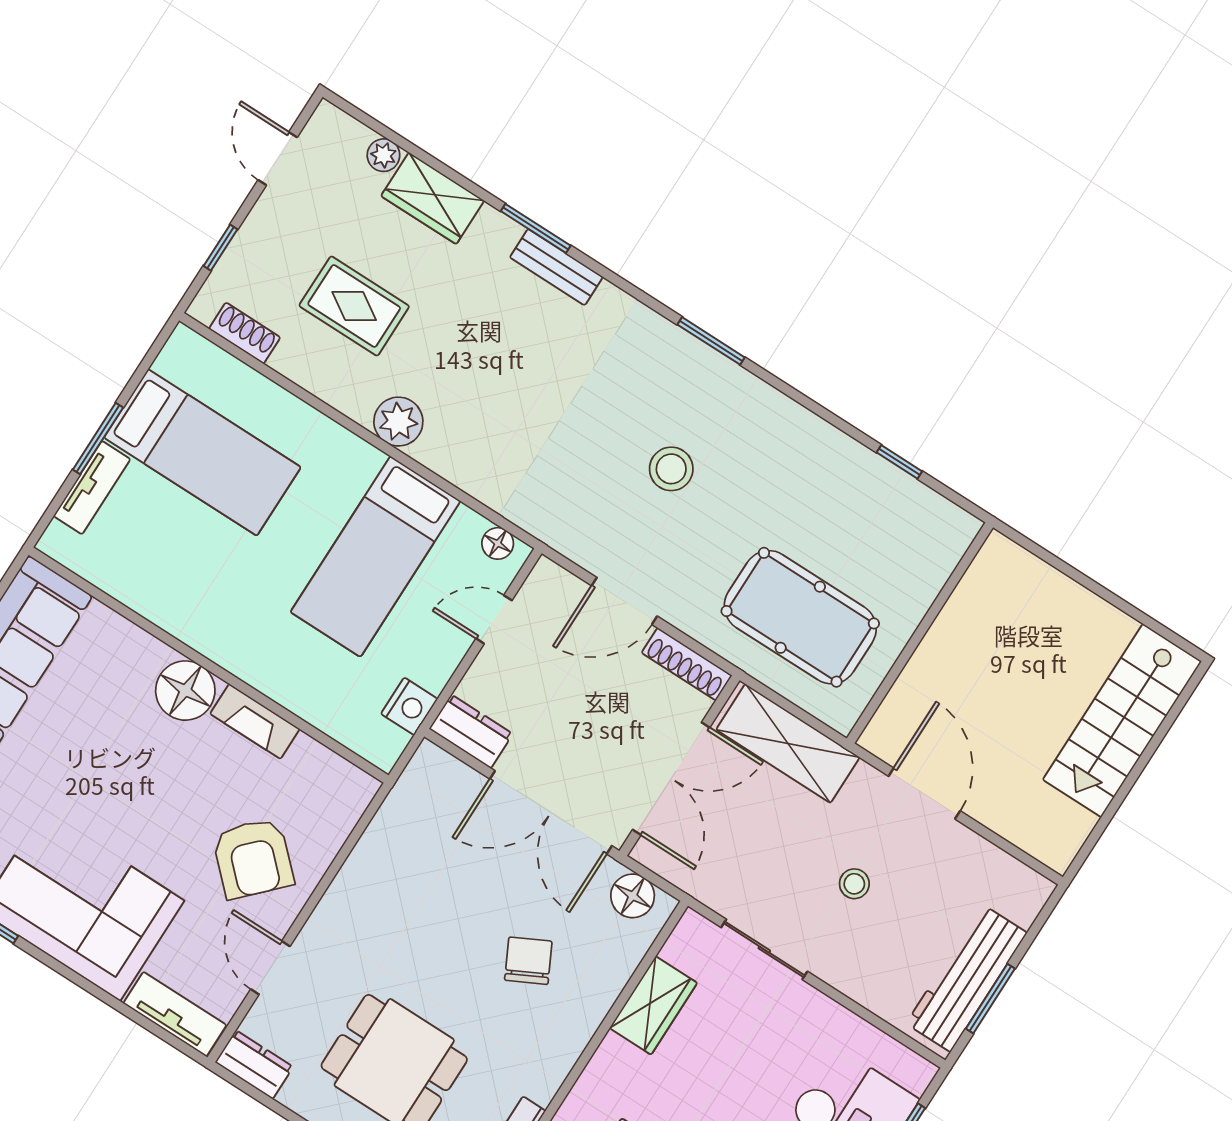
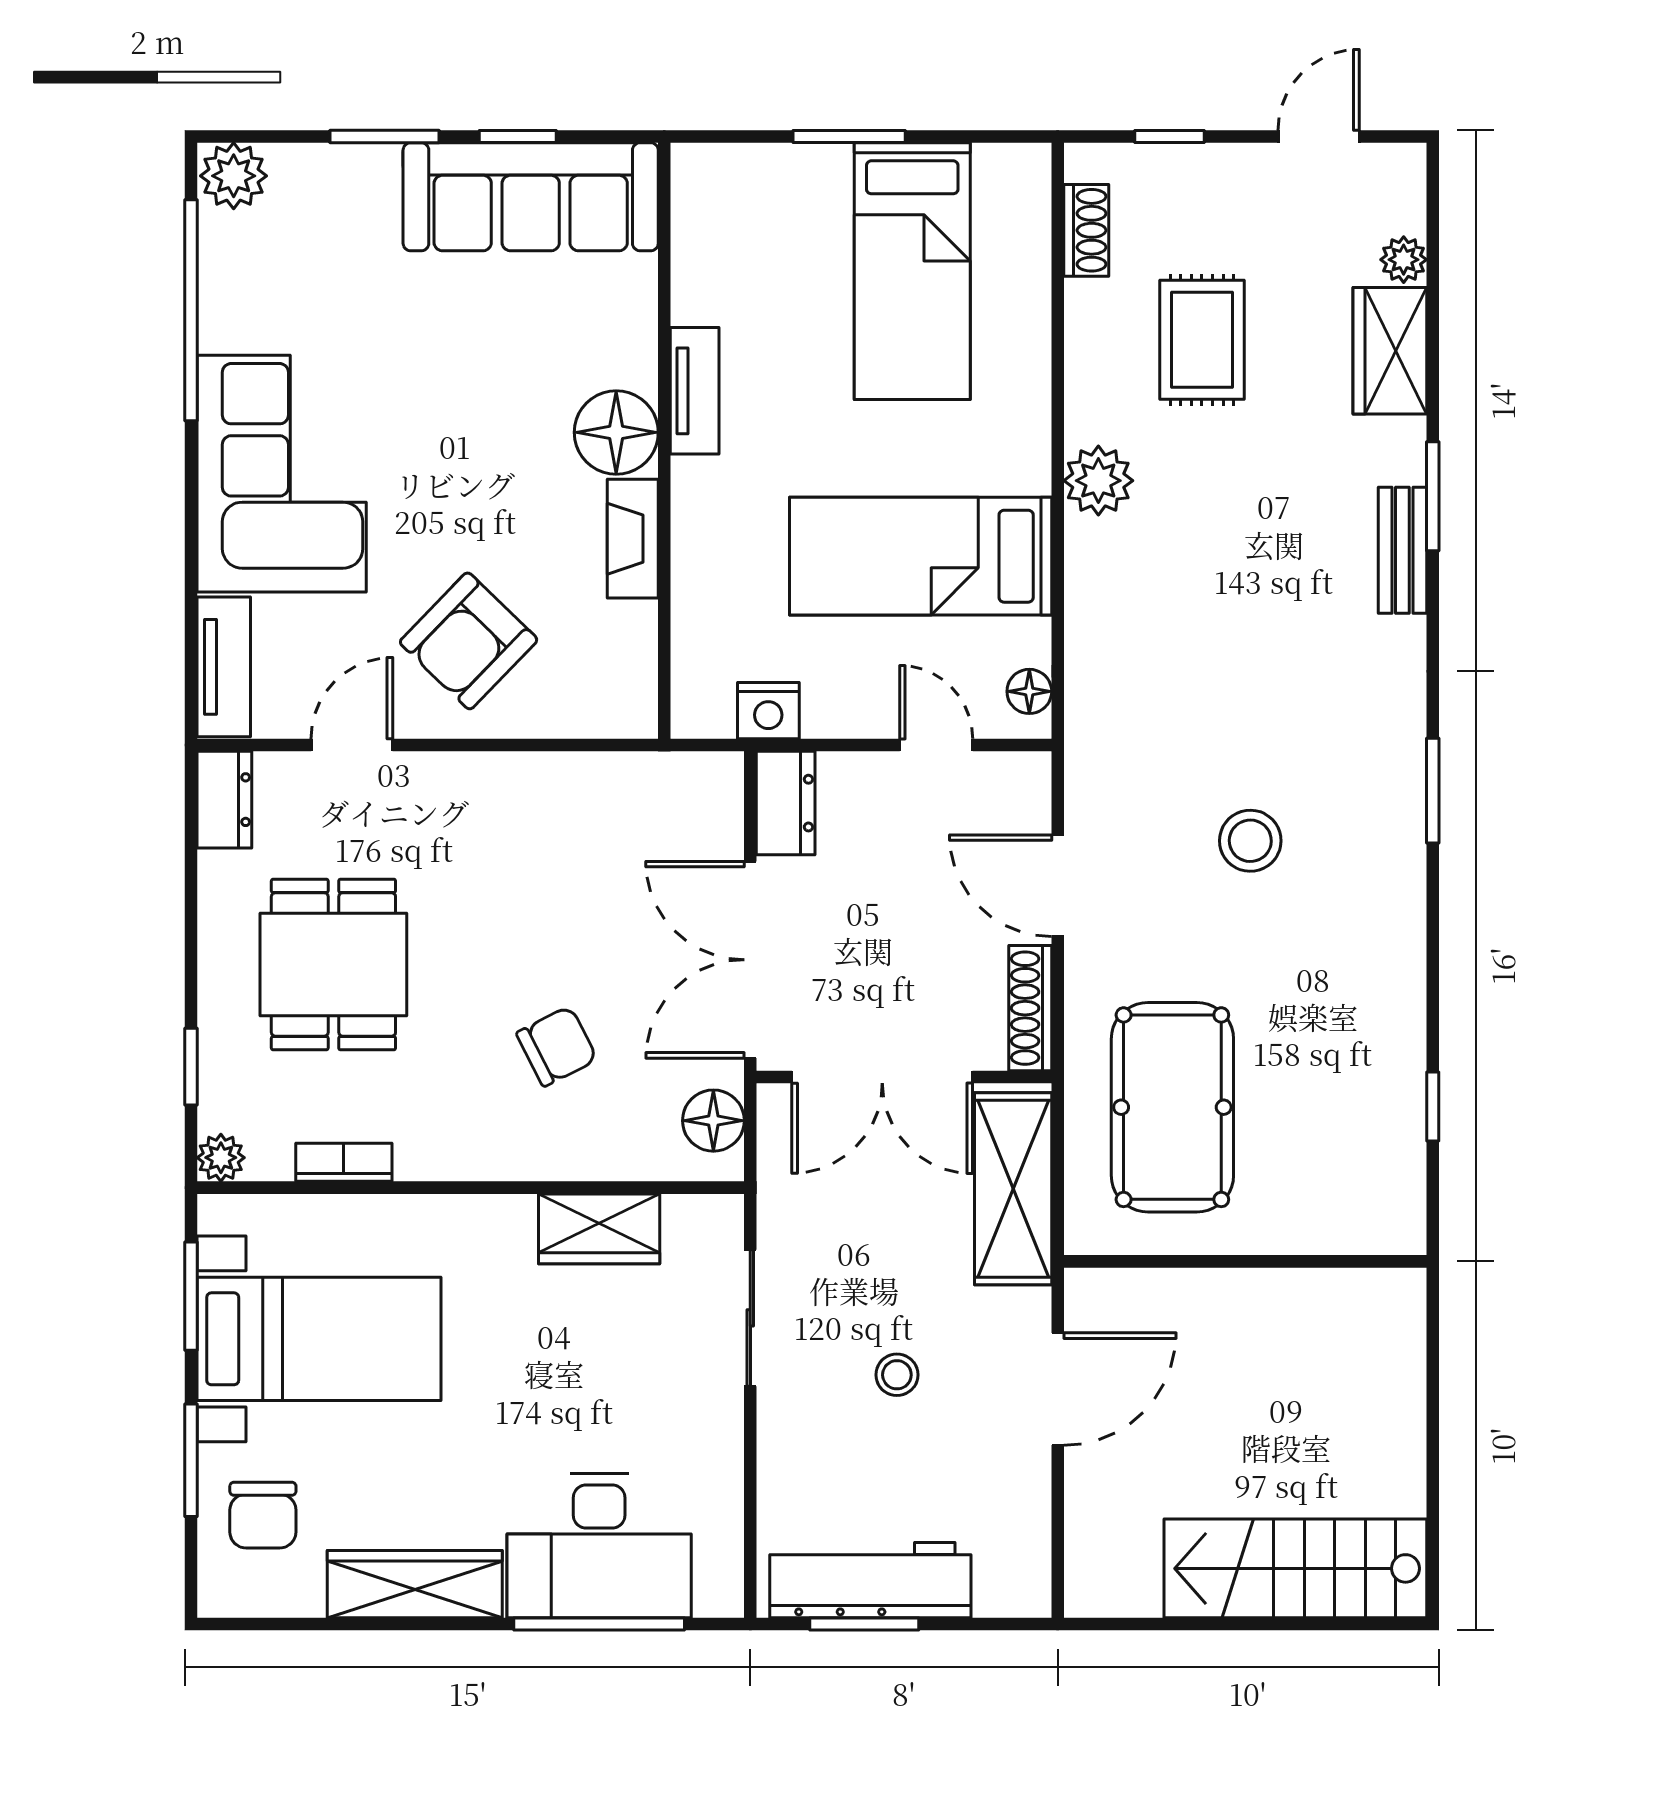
tv unit: (92, 488) -> (695, 391), moved, turned -90

